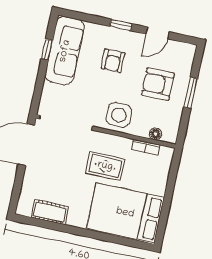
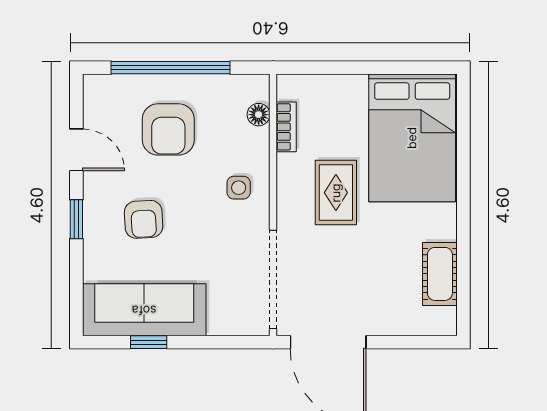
armchair: (113, 61) -> (144, 219), turned 87
window: (191, 93) -> (171, 68), width x2.11
side table: (119, 115) -> (239, 188), width x0.54, depth x0.54

